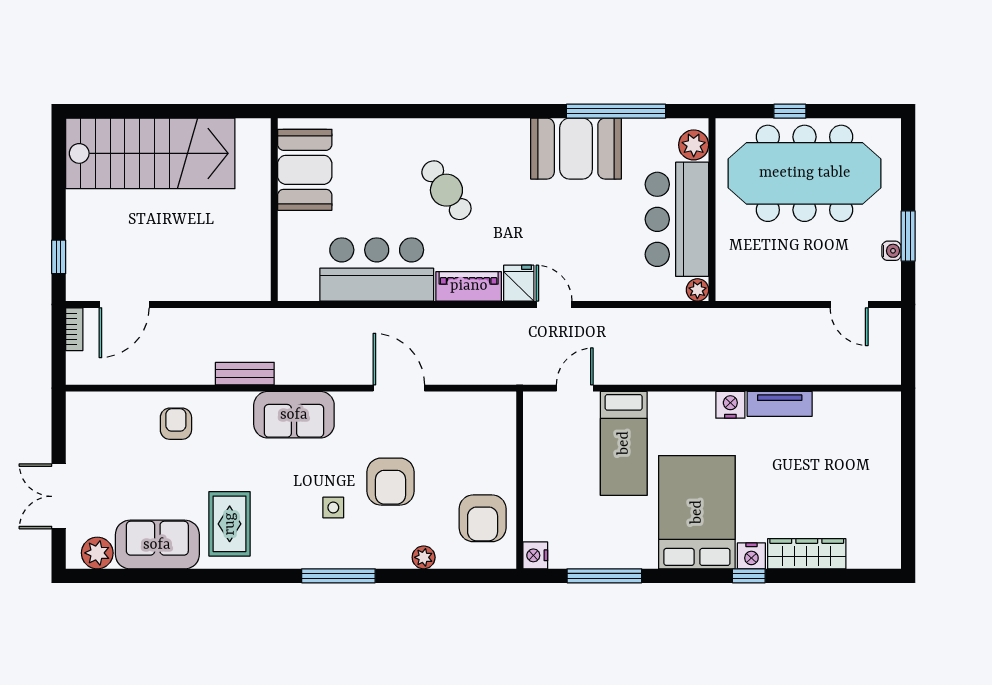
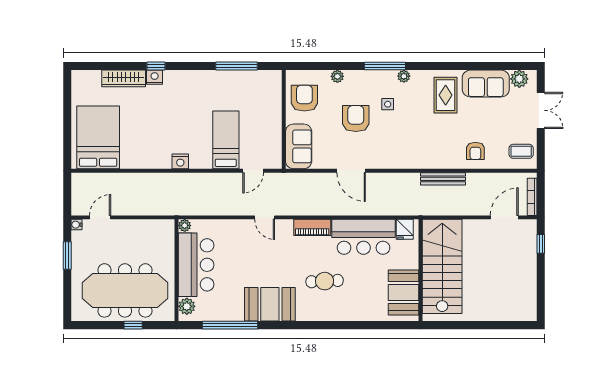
booth: (576, 149) -> (270, 304), moved
stairs: (150, 153) -> (442, 266), moved, turned 90
cafe table: (446, 190) -> (325, 281), turned -57
water cooler: (891, 251) -> (76, 225), moved
fridge: (519, 283) -> (405, 229), moved
door: (849, 304) -> (100, 217), hinge flipped
bookcase: (74, 329) -> (532, 197), width x1.56
bench: (245, 374) -> (443, 179), width x1.36
tv unit: (780, 404) -> (139, 162), removed
nightstand: (730, 405) -> (180, 161), moved
sofa: (294, 415) -> (299, 146), moved, turned 90
coffee table: (94, 423) -> (521, 151), added
bed: (697, 512) -> (98, 137), moved, turned 180
nightstand: (535, 555) -> (275, 77), removed
plant: (304, 558) -> (404, 76), added

